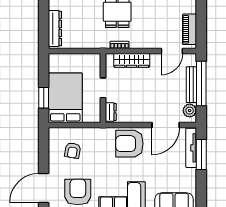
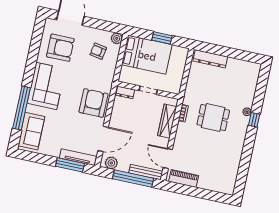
bench: (191, 85) -> (146, 172), moved
window: (44, 98) -> (162, 38), moved
door: (166, 125) -> (103, 139), swing flipped
plant: (55, 134) -> (117, 38), added

